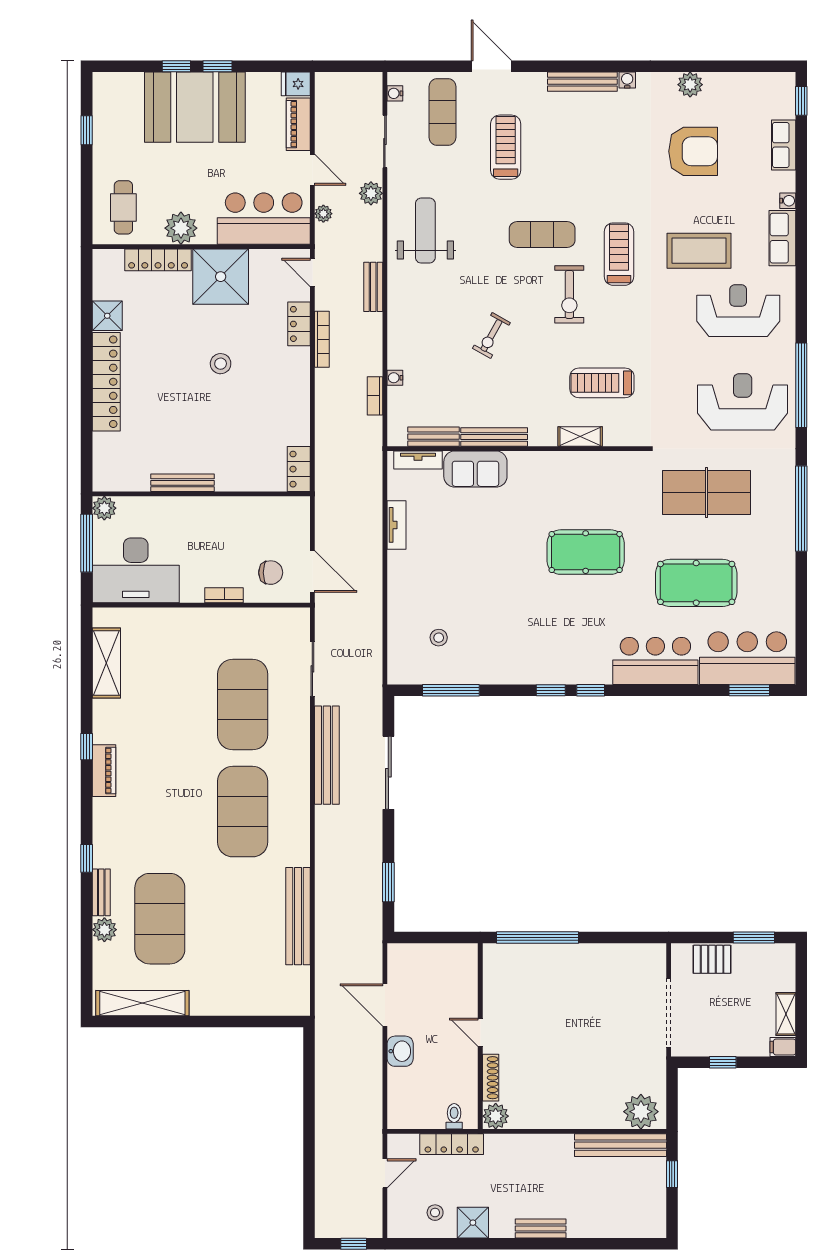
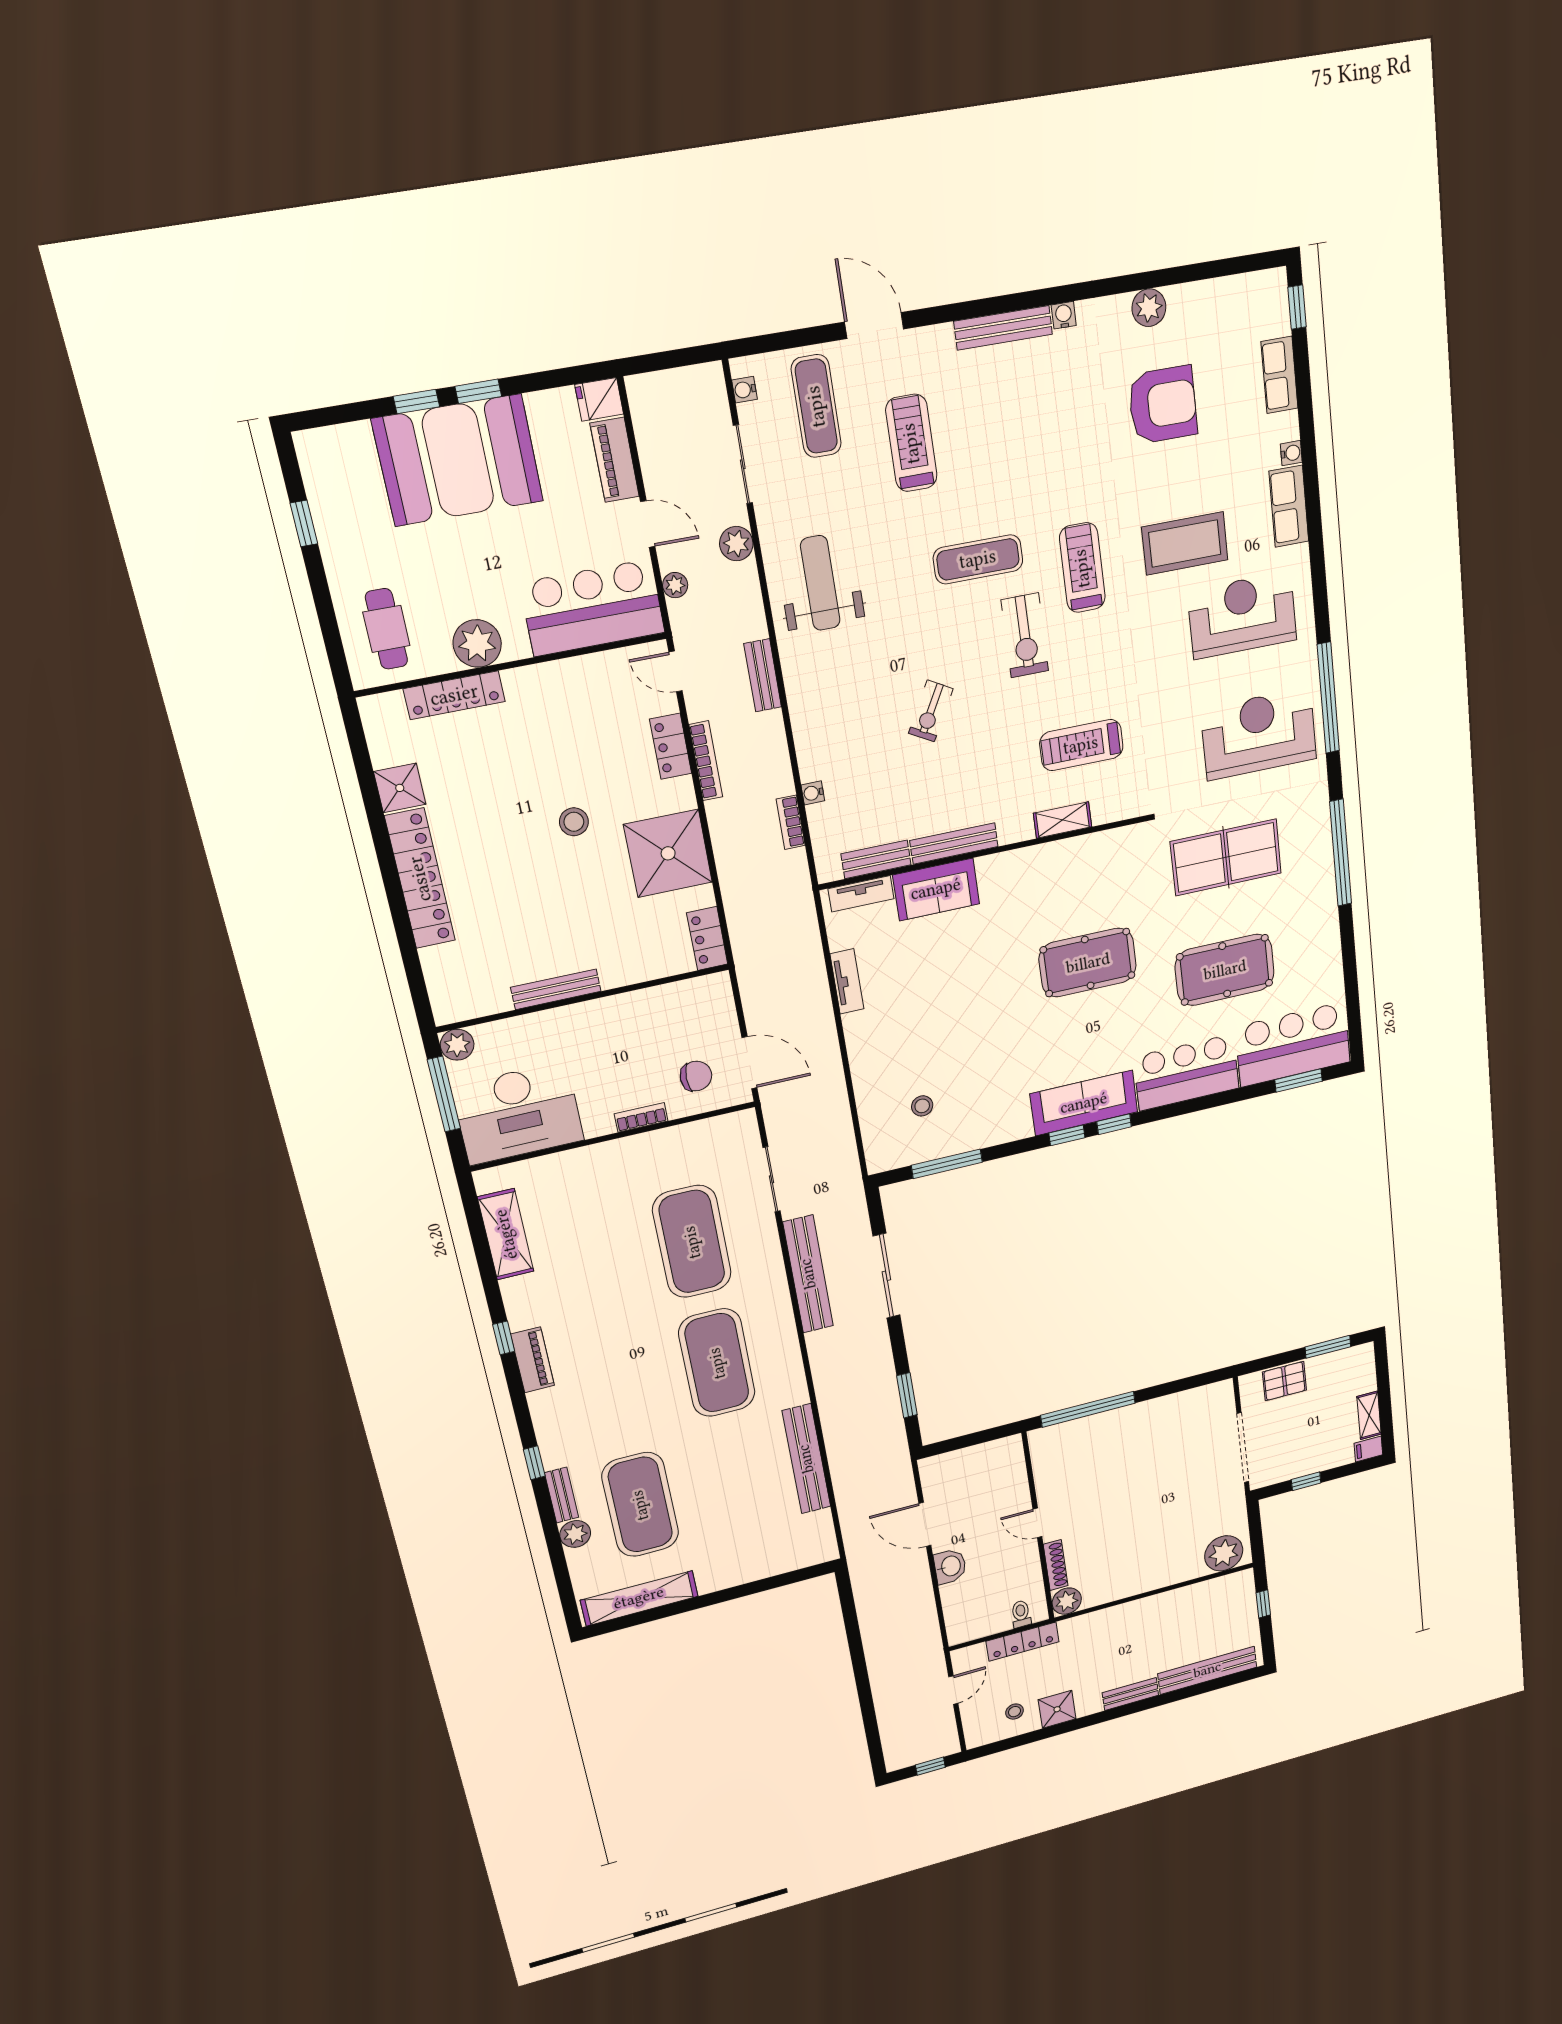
shower: (221, 277) -> (668, 853), moved
sofa: (568, 666) -> (1084, 1103), added
bench: (621, 1145) -> (1207, 1670), moved

